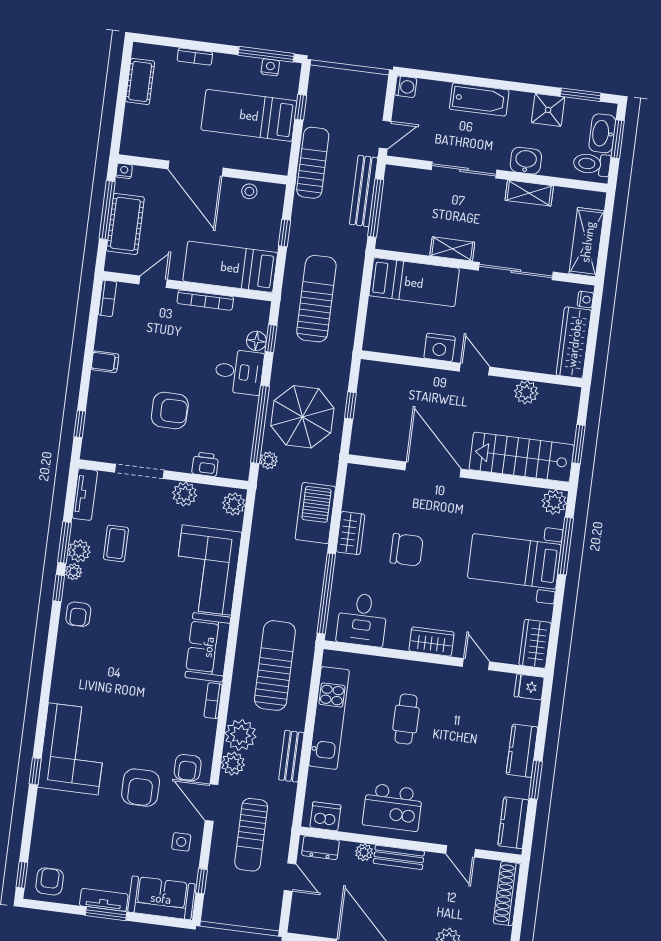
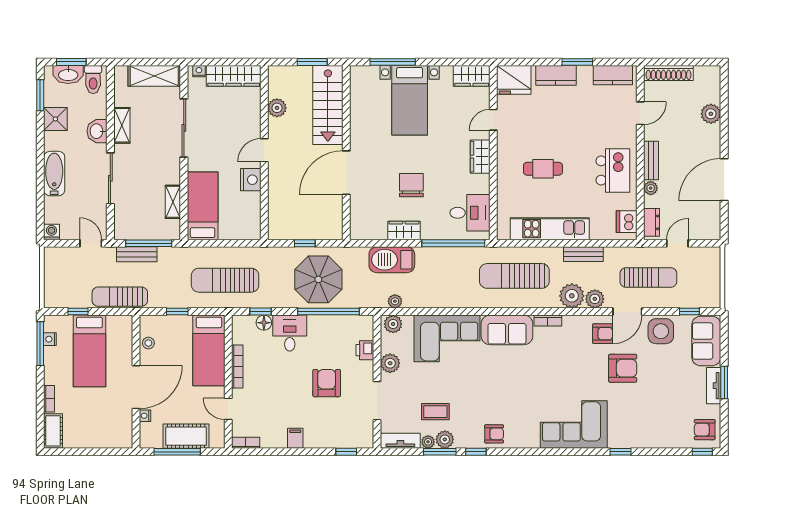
cot: (140, 81) -> (53, 431), moved, turned 90
nightstand: (124, 171) -> (145, 416), moved
bench: (364, 191) -> (137, 254), width x0.73
shelving: (452, 249) -> (173, 202), moved
plant: (269, 460) -> (395, 301), moved
plant: (554, 502) -> (359, 75), removed
plant: (74, 572) -> (428, 442), moved
fridge: (529, 687) -> (514, 80), width x1.88, depth x1.34
corner sofa: (73, 749) -> (574, 424), moved
side table: (181, 842) -> (661, 331), width x1.87, depth x1.87

